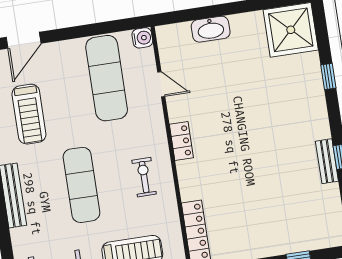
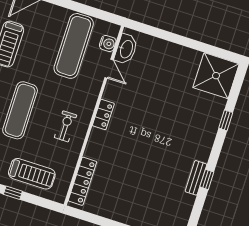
washbasin: (211, 29) -> (126, 49), moved, turned -90
water cooler: (142, 38) -> (108, 43), moved

